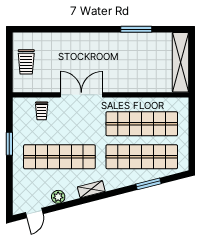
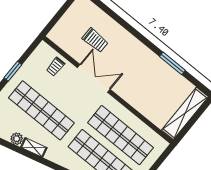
trolley: (26, 62) -> (95, 40), moved, turned -90
shelving: (91, 189) -> (34, 147), moved

